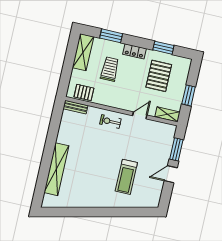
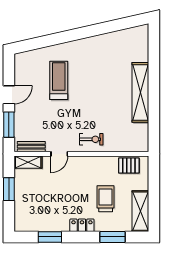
trolley: (110, 69) -> (106, 199), turned 180
pallet: (159, 76) -> (48, 204), removed
bench: (75, 107) -> (31, 147), moved
shelving: (56, 169) -> (140, 92), moved

